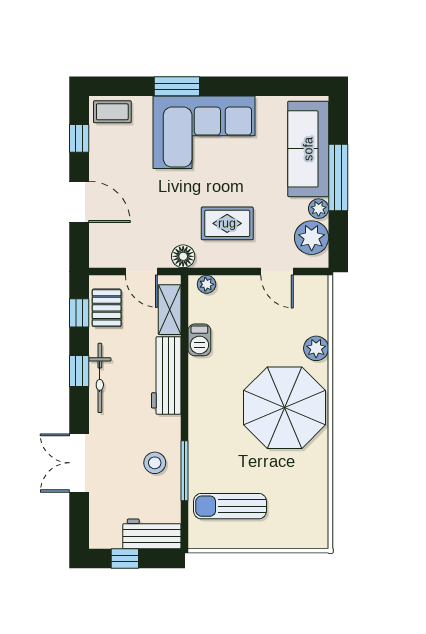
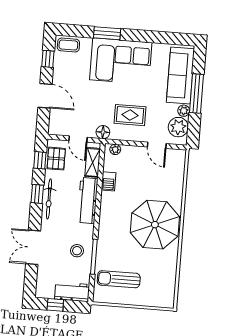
plant: (316, 348) -> (176, 192), removed

